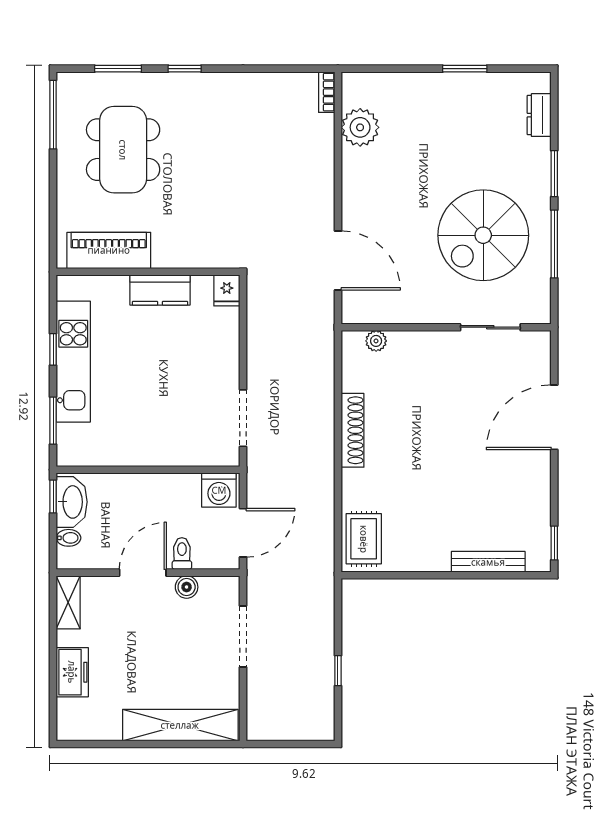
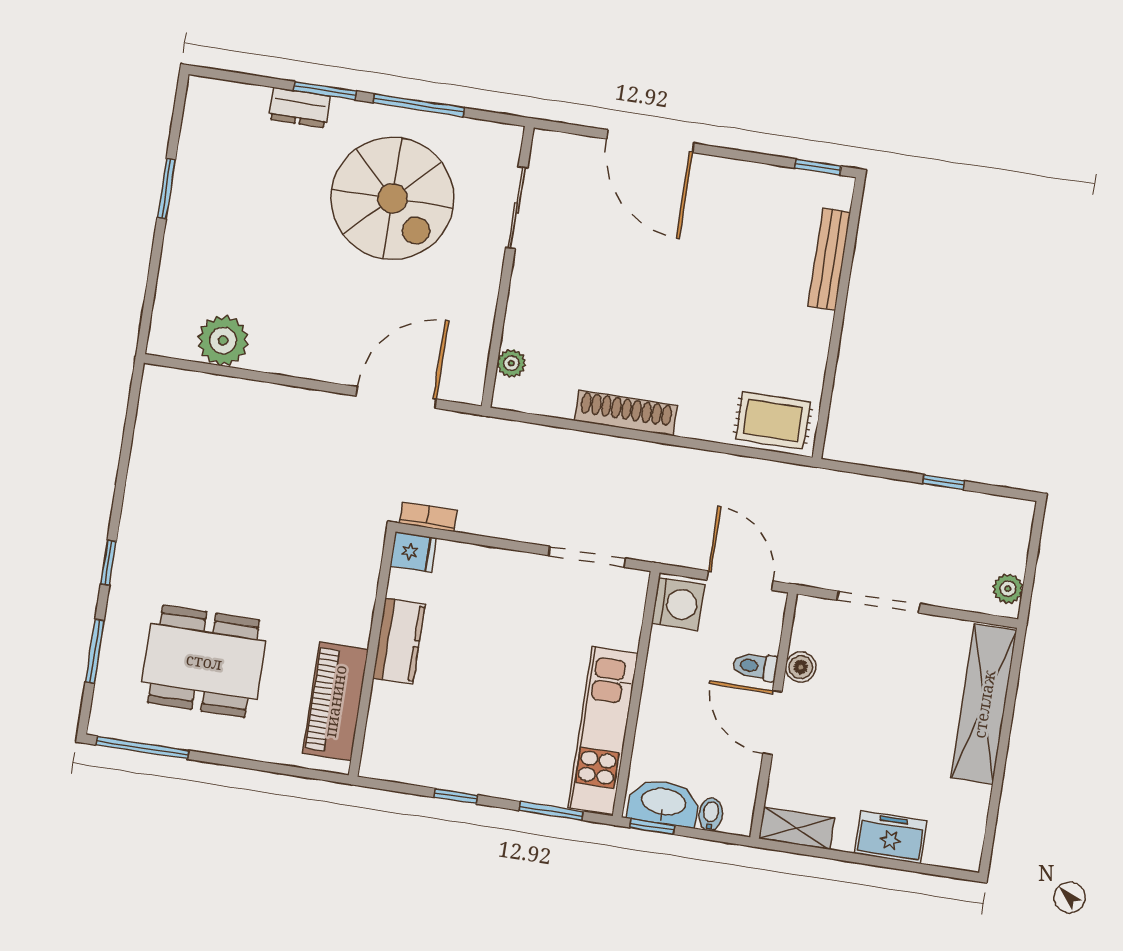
bookcase: (327, 92) -> (428, 517), moved, turned 180
dresser: (539, 115) -> (299, 108), moved
kitchen unit: (73, 362) -> (603, 731), moved, turned -90
plant: (267, 730) -> (1008, 589), added

